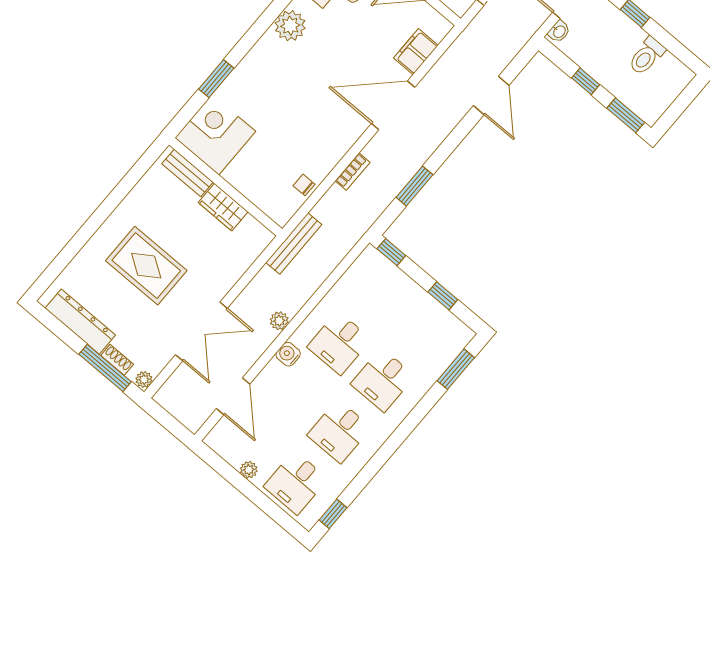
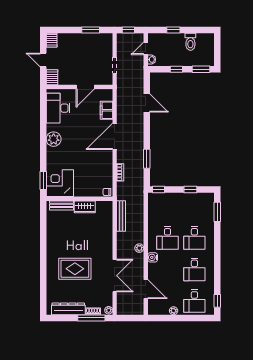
corner desk: (215, 134) -> (60, 183), moved
bench: (187, 173) -> (62, 205), moved
wall: (226, 187) -> (79, 199), moved
wardrobe: (223, 207) -> (85, 207), moved

